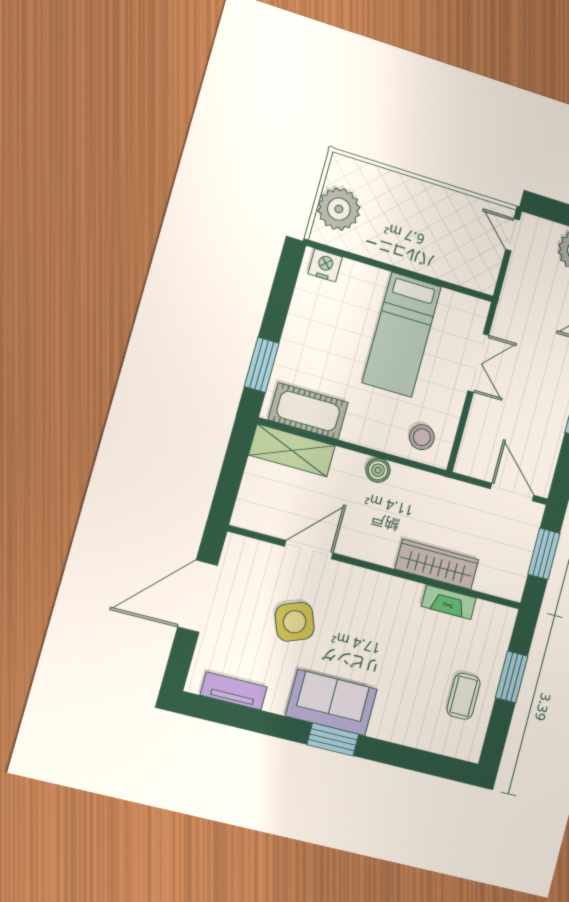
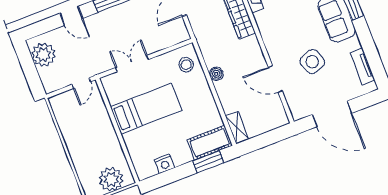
door: (513, 235) -> (81, 83), moved
nightstand: (325, 265) -> (165, 164), moved, turned -90
cot: (308, 411) -> (210, 143), moved, turned 90
shelving: (292, 450) -> (237, 128), width x0.67, depth x0.75

